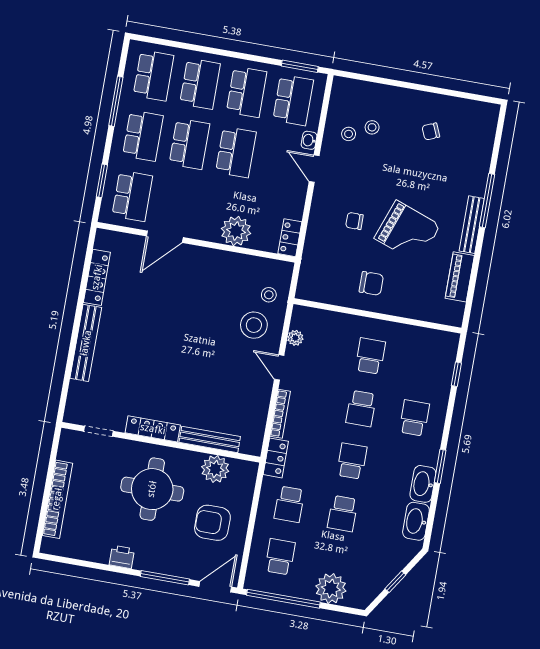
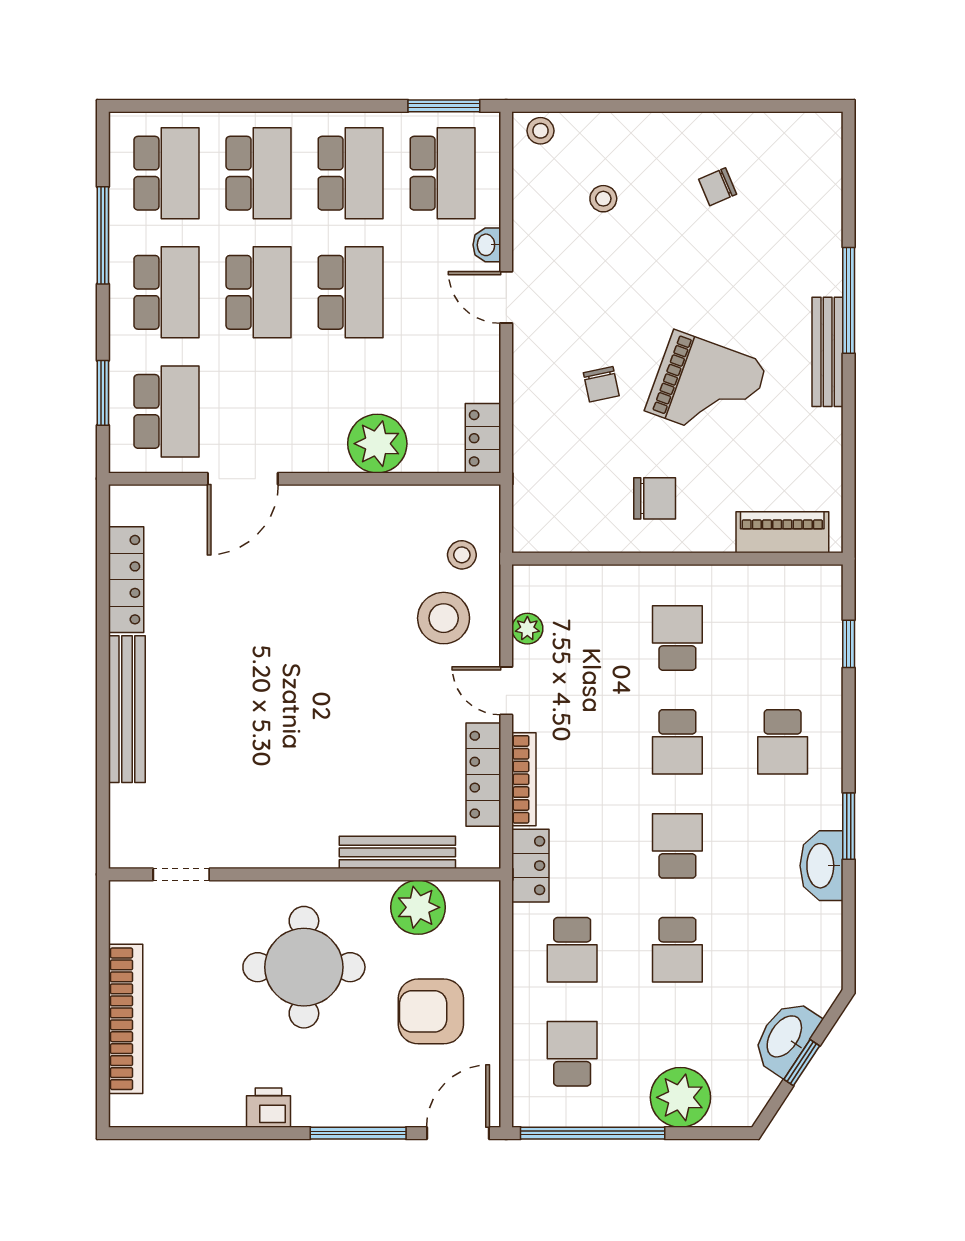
stool: (349, 134) -> (540, 131), moved
chair: (354, 221) -> (601, 384), turned -102
piano: (460, 277) -> (782, 532), moved, turned 90
school desk: (414, 418) -> (783, 742), turned 180
locker: (153, 429) -> (483, 775), moved, turned -90
washbasin: (416, 521) -> (785, 1037), moved, turned 33

